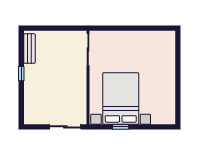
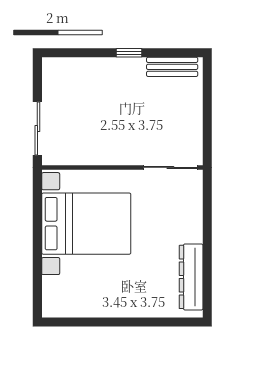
dresser: (152, 38) -> (191, 277), added
window: (121, 127) -> (37, 224), removed

